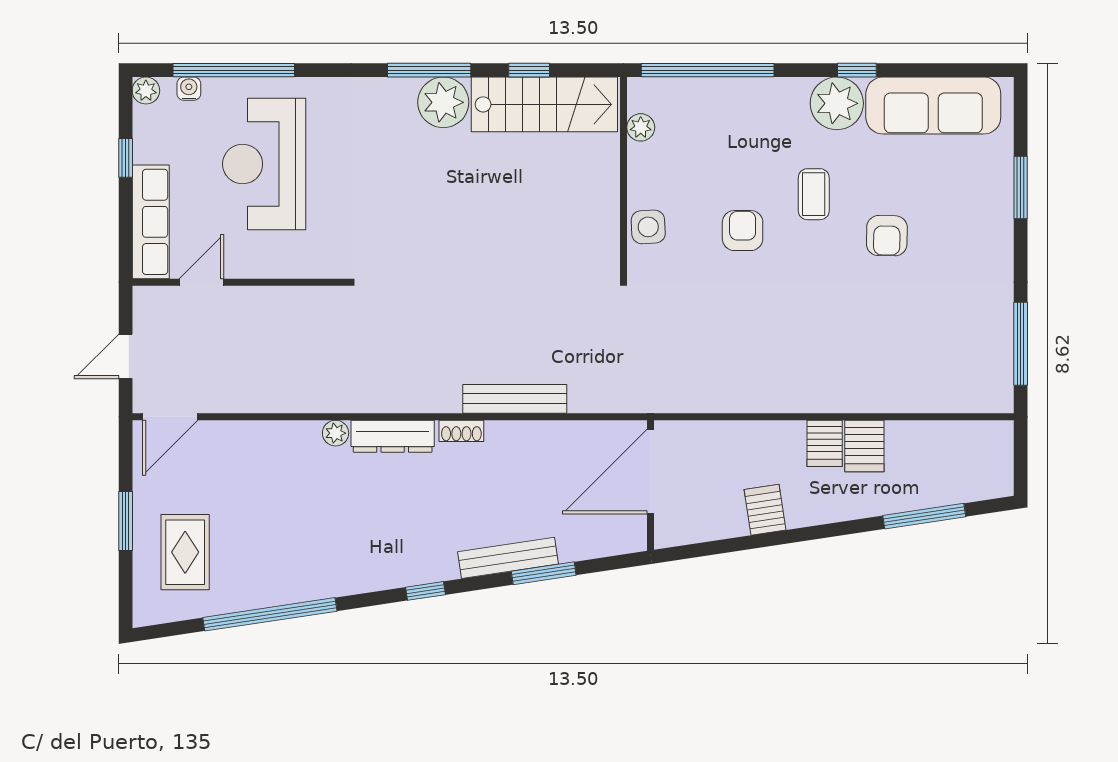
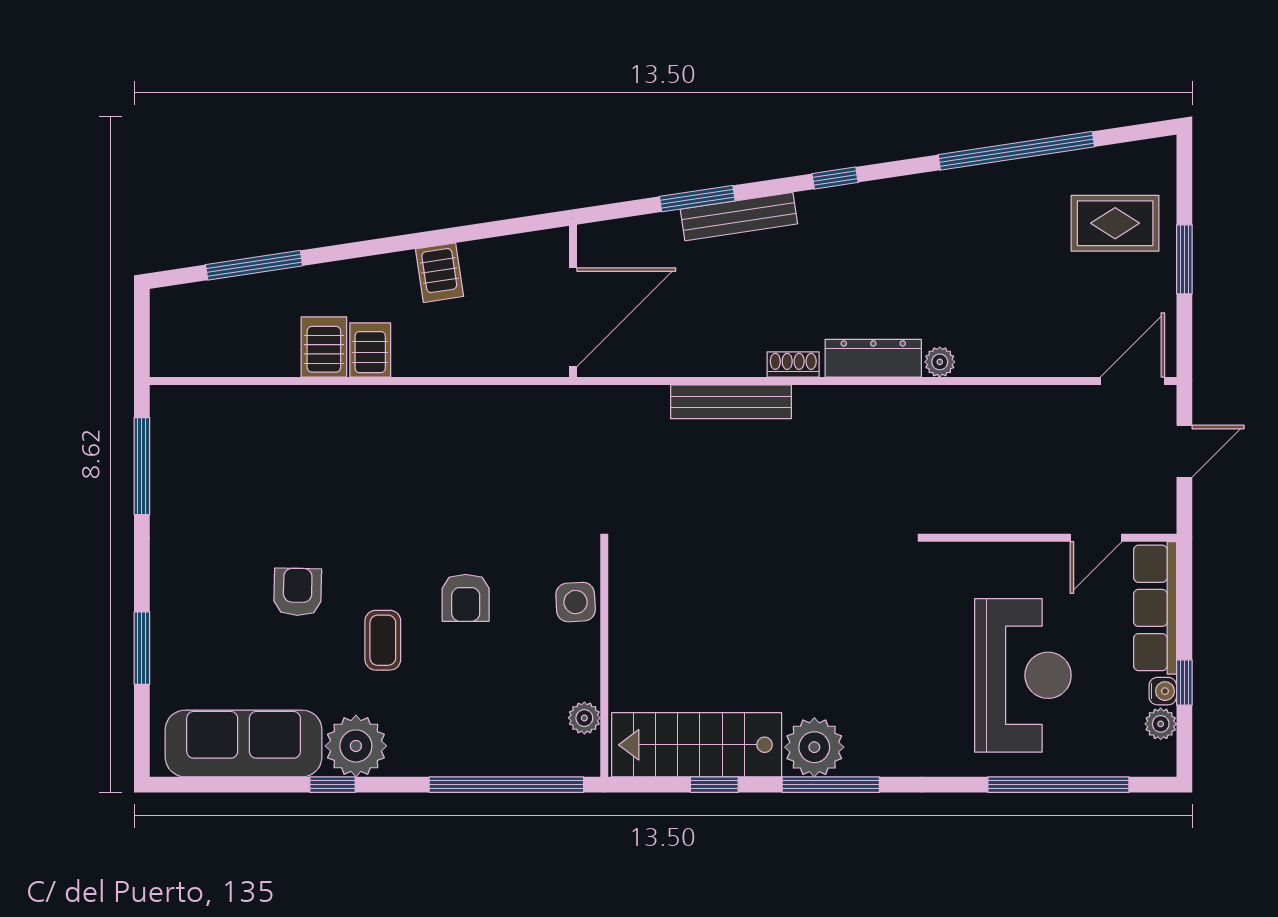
water cooler: (189, 89) -> (1163, 691), moved, turned -90
plant: (146, 91) -> (1161, 724), moved
rug: (185, 552) -> (1115, 223), turned 90

